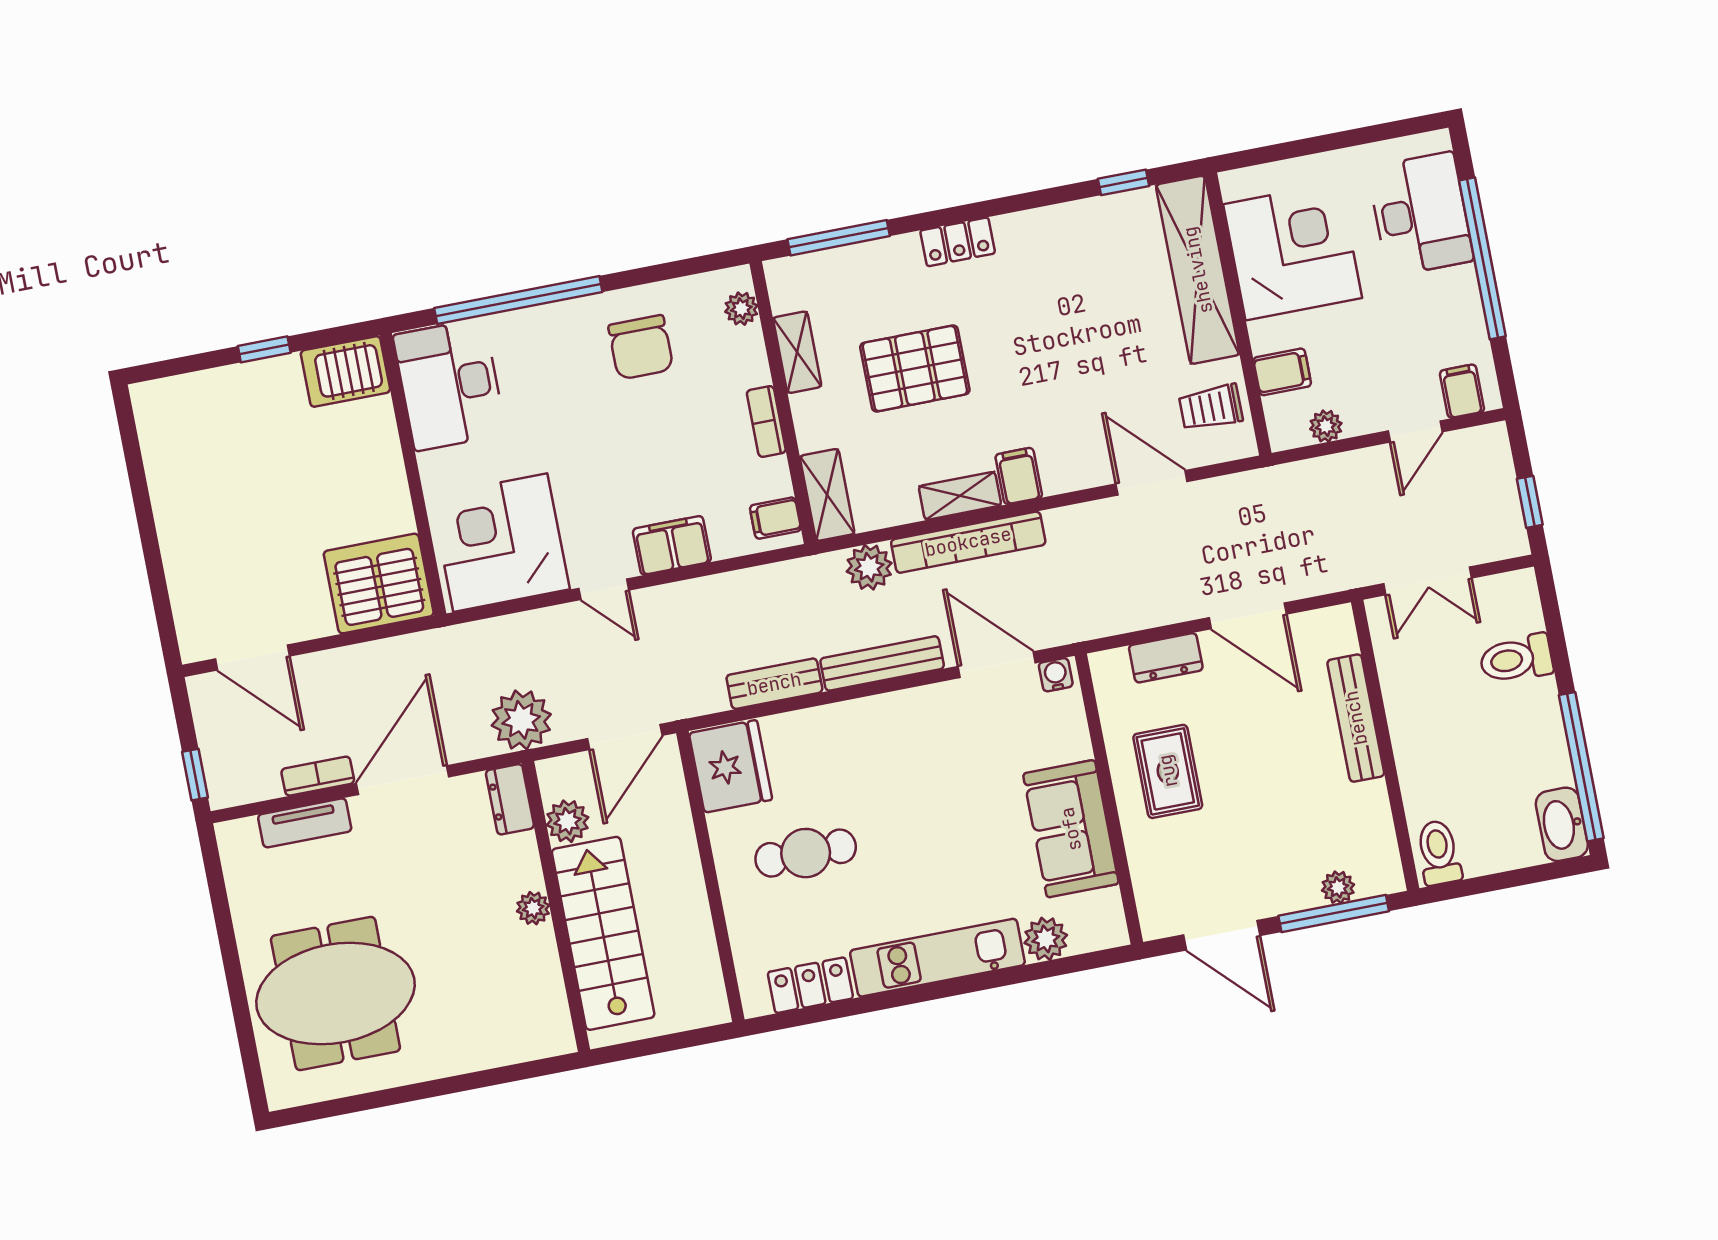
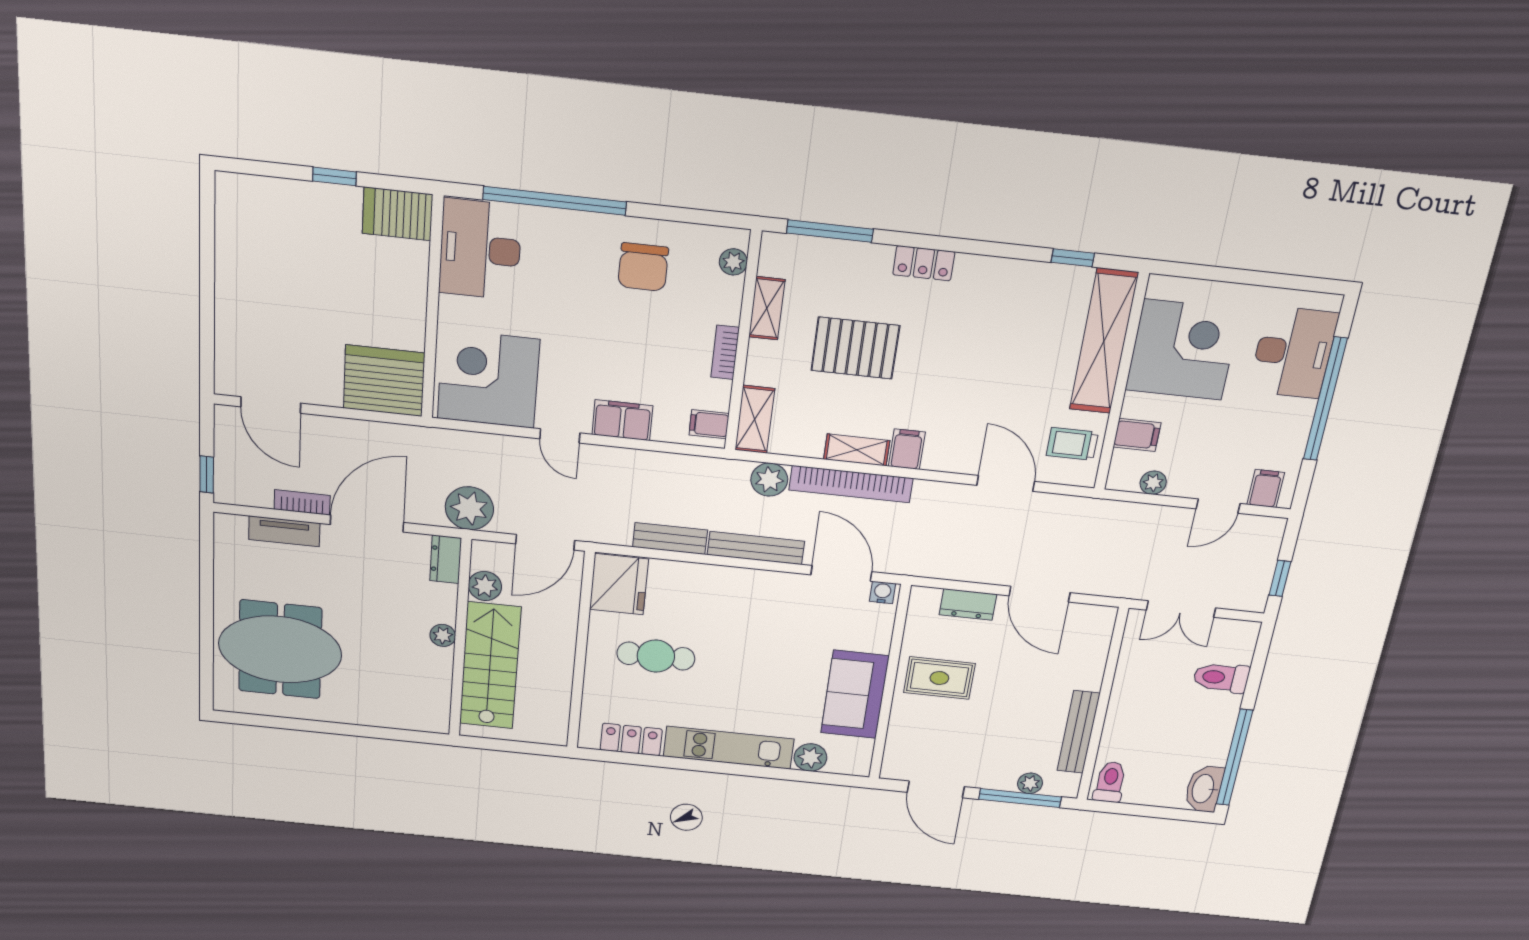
bench: (1356, 718) -> (1079, 732), moved
rug: (1168, 771) -> (939, 678), turned 90

